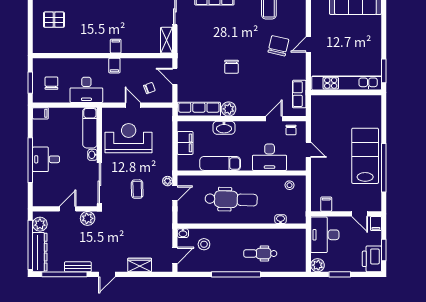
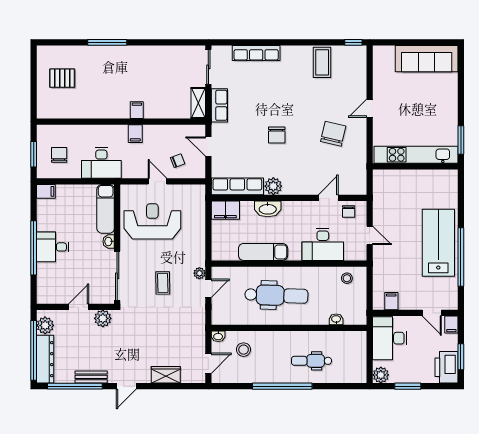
chair: (278, 46) -> (333, 134), moved
row of seats: (299, 94) -> (219, 105), moved, turned 180
filing cabinet: (185, 143) -> (225, 210), moved, turned 90

